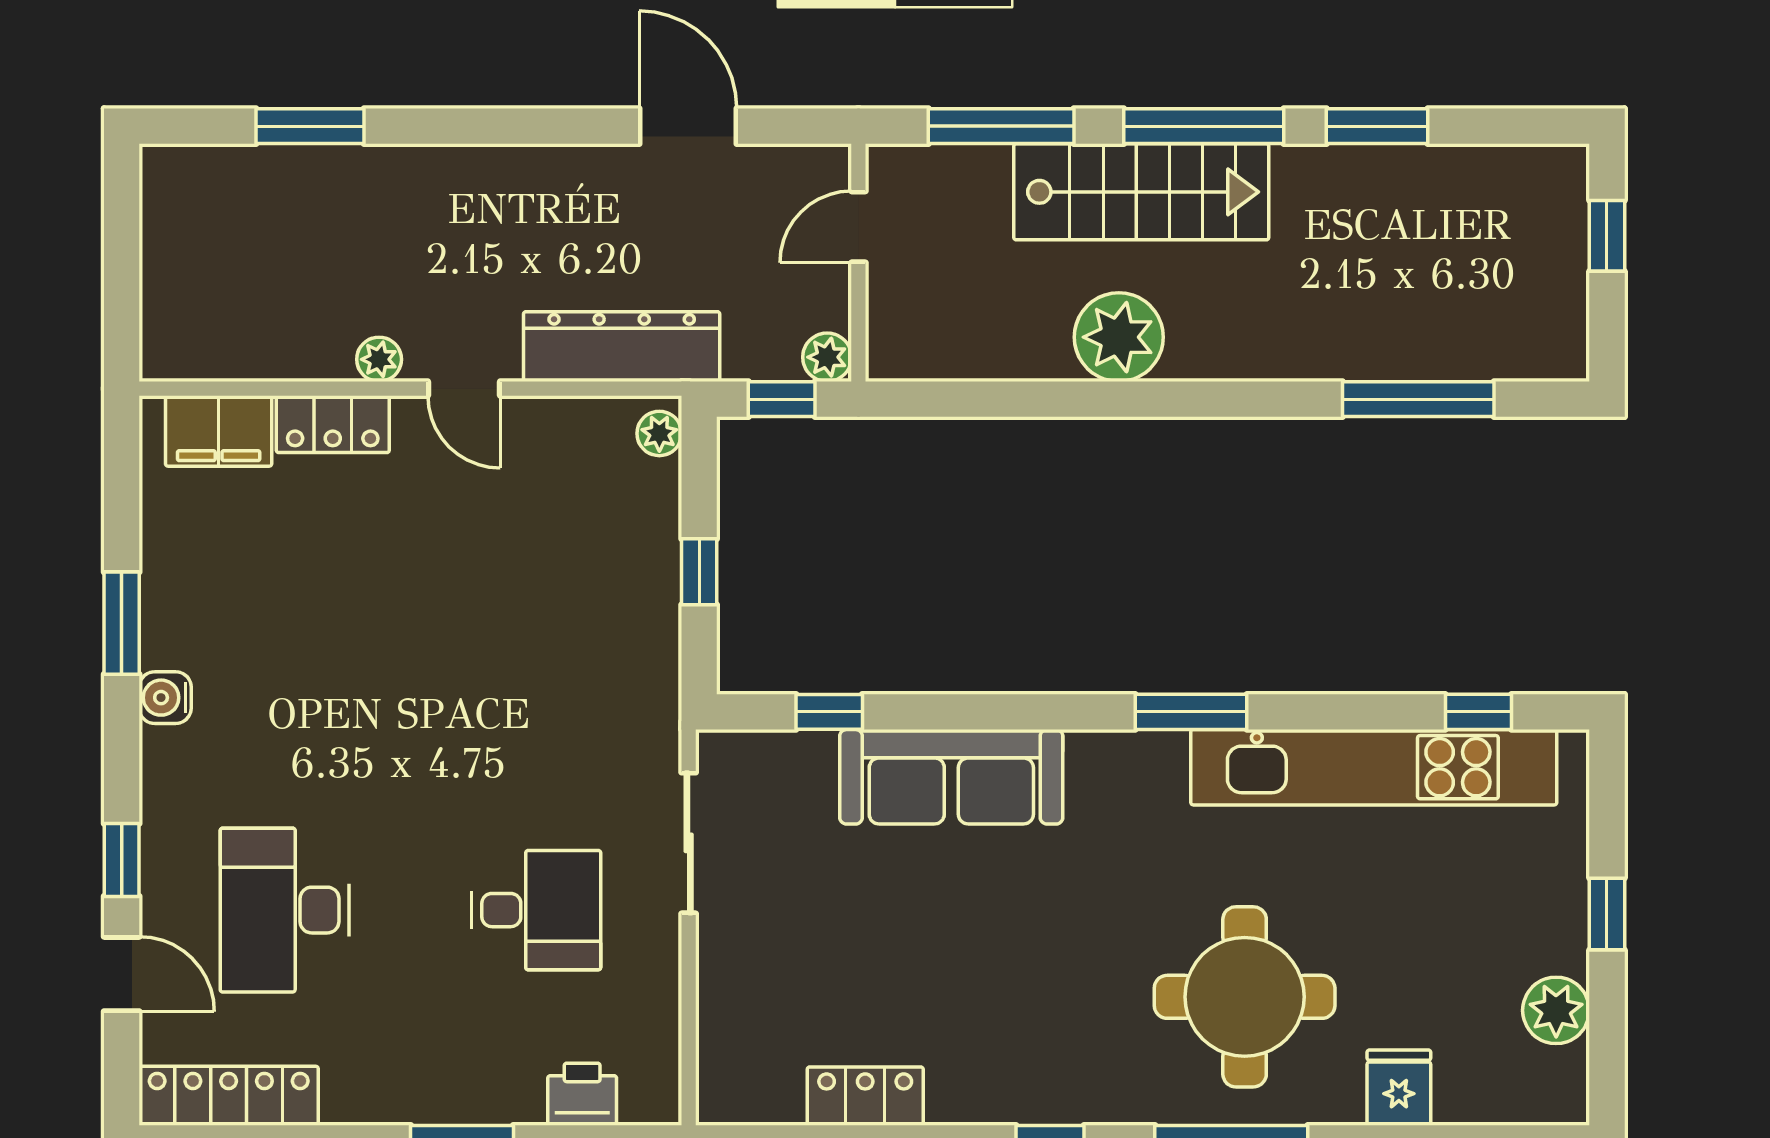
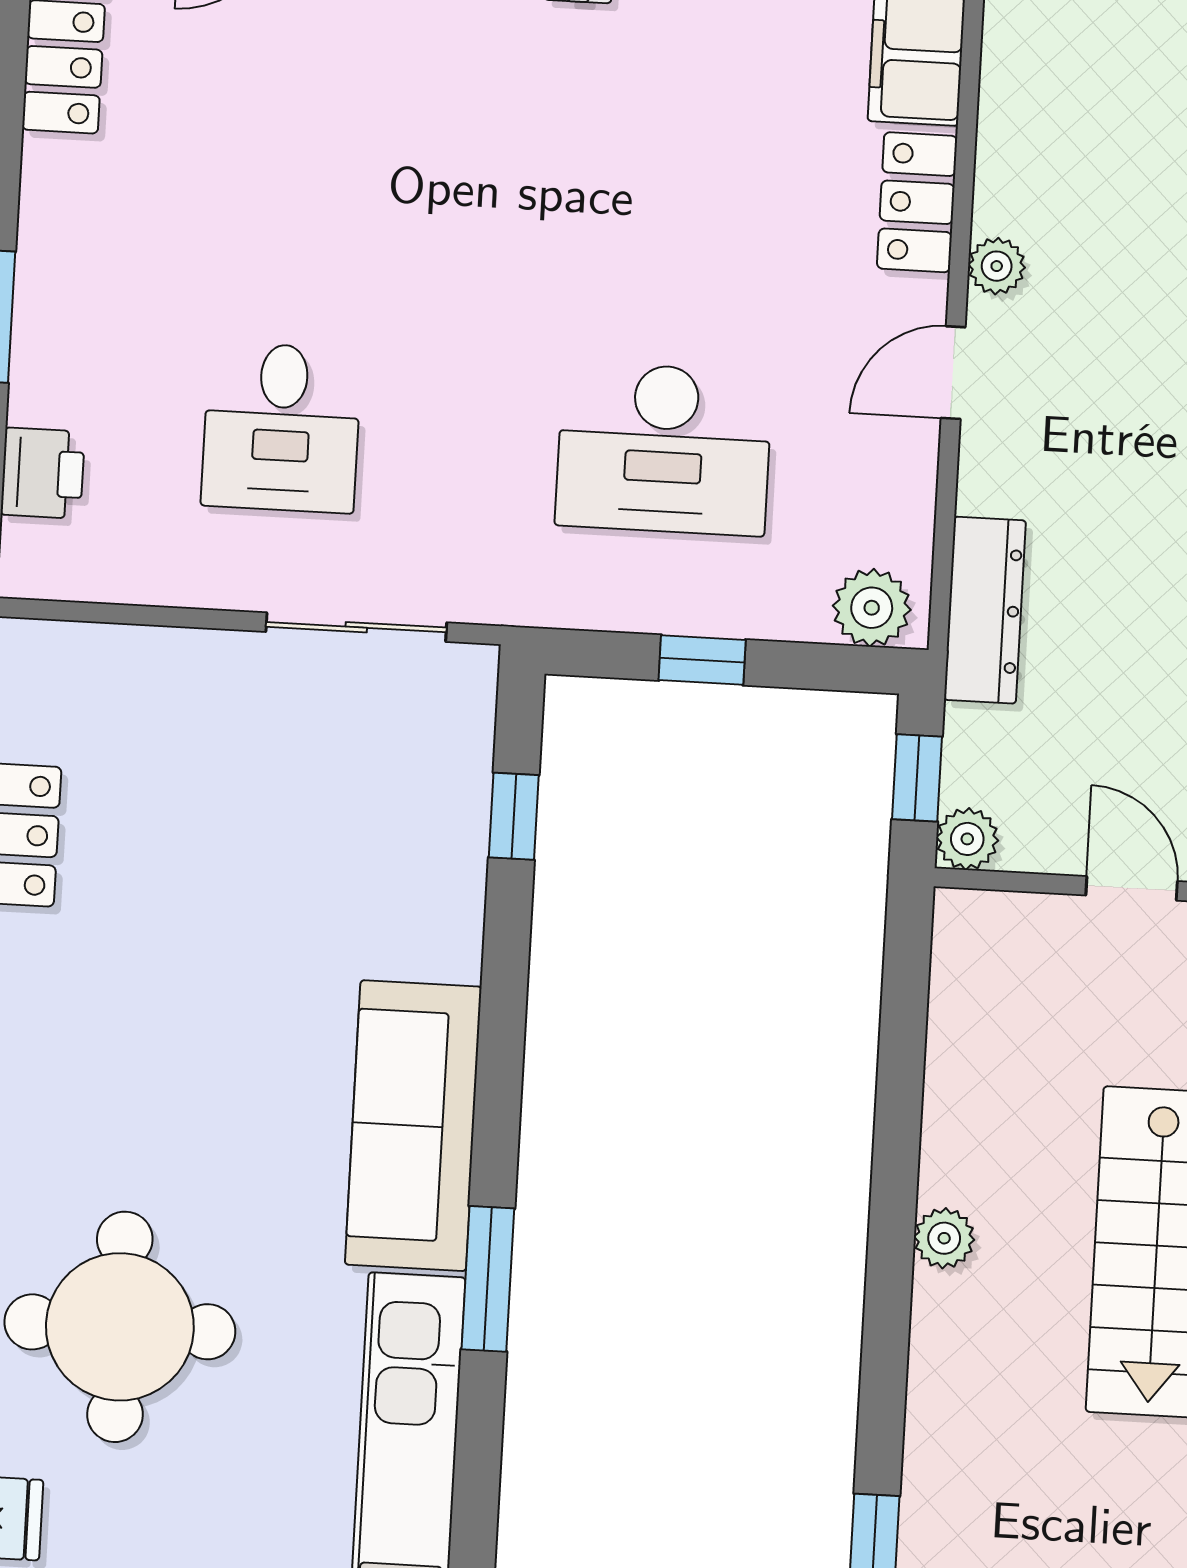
plant: (1119, 337) -> (944, 1238), width x0.53, depth x0.53
dresser: (622, 347) -> (985, 610), width x0.73, depth x0.80
plant: (659, 433) -> (872, 608), width x1.38, depth x1.38
sofa: (951, 777) -> (413, 1126), moved
desk: (285, 910) -> (664, 449), moved, turned 180

